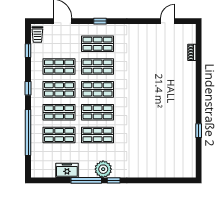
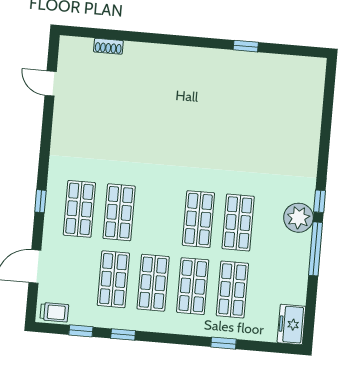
window: (28, 88) -> (123, 334), moved
shop shelf: (98, 89) -> (159, 216), removed
window: (28, 133) -> (224, 343), width x0.32
freezer: (67, 170) -> (291, 324), moved

